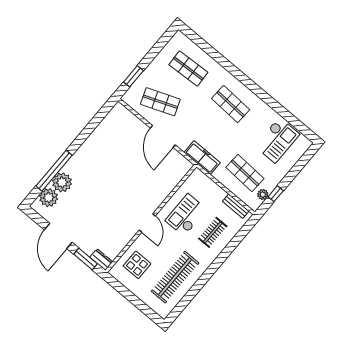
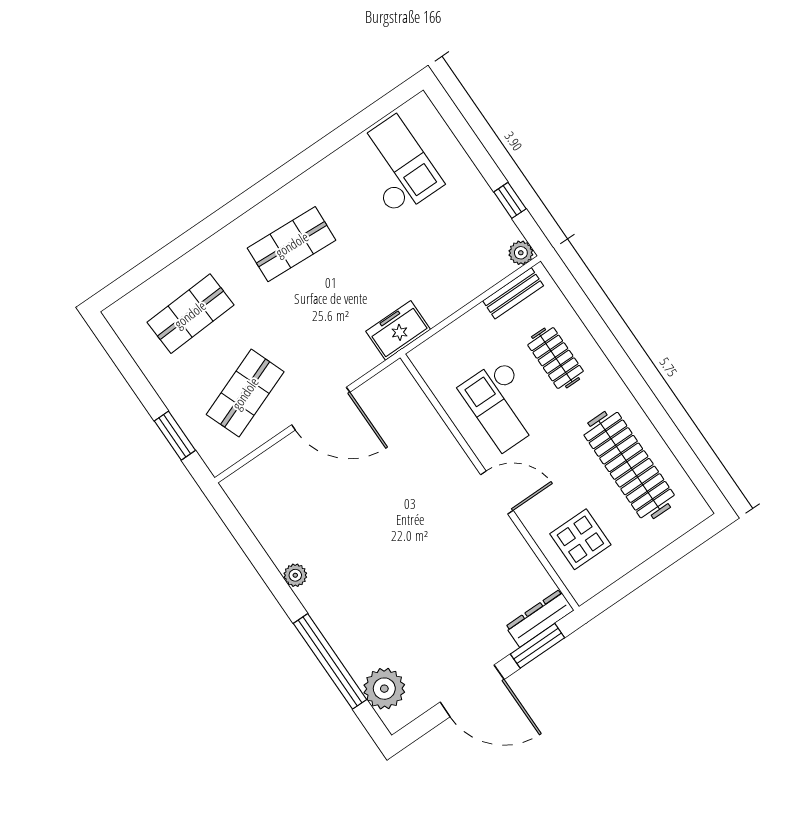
freezer: (202, 158) -> (398, 330), width x0.71
shop shelf: (245, 173) -> (447, 254), removed
plant: (62, 182) -> (295, 575), moved, width x0.53, depth x0.53
plant: (263, 195) -> (521, 253), moved
dresser: (101, 260) -> (540, 618), width x1.44

